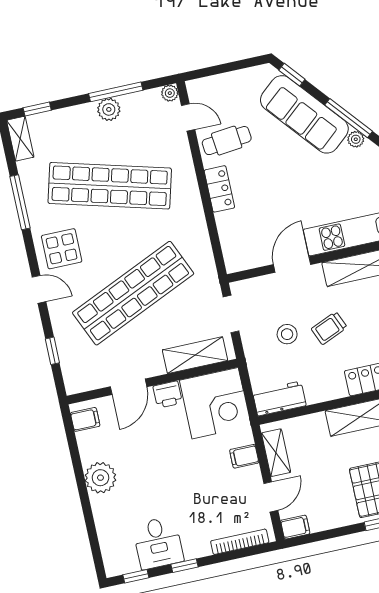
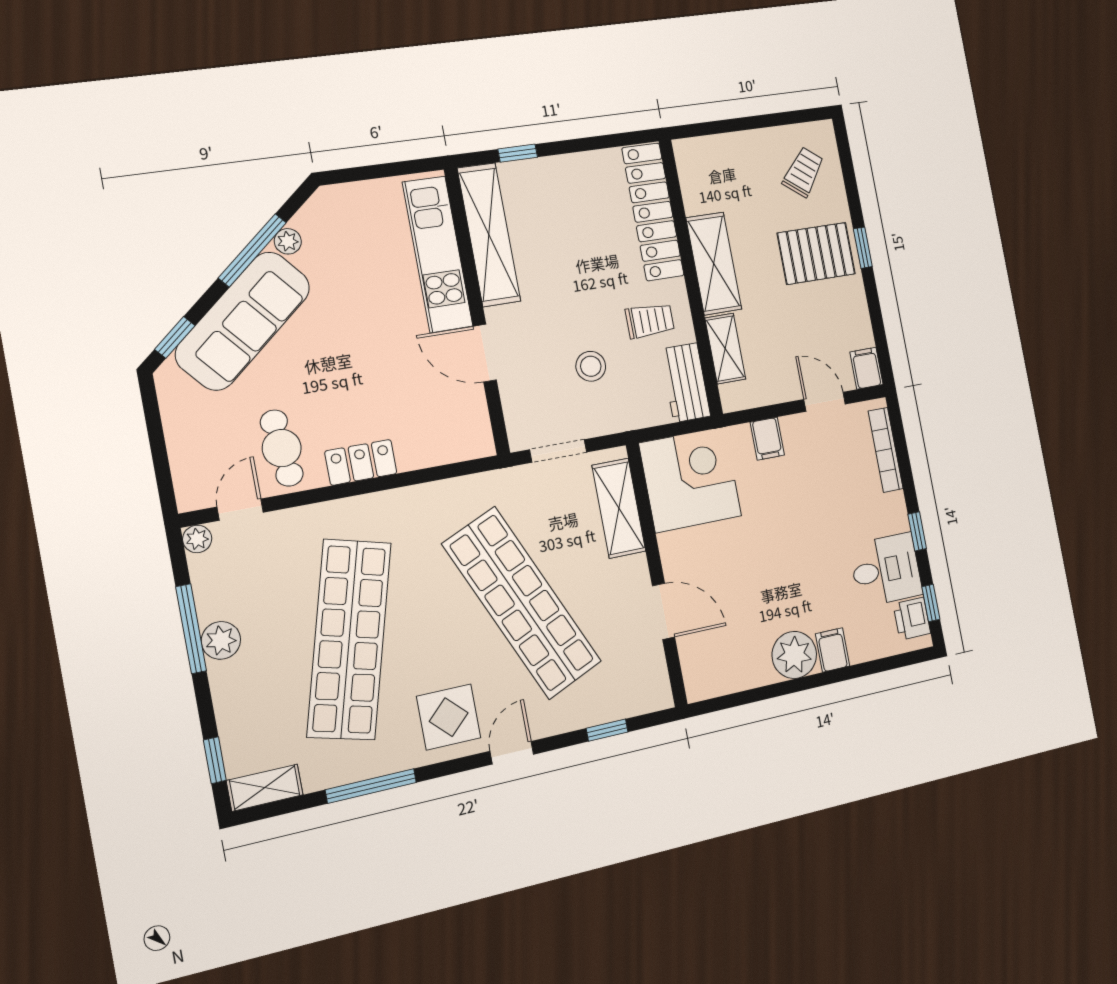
trolley: (329, 328) -> (650, 321), moved, turned -67
printer: (168, 395) -> (912, 619), moved, turned 180
filing cabinet: (85, 419) -> (832, 650), moved
shelving: (276, 453) -> (725, 349), moved, turned 90

